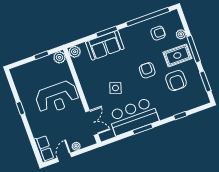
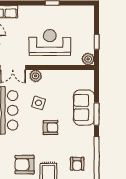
plant: (75, 52) -> (36, 76), moved
armchair: (147, 70) -> (50, 128), moved
reception desk: (57, 97) -> (50, 42), turned 90

